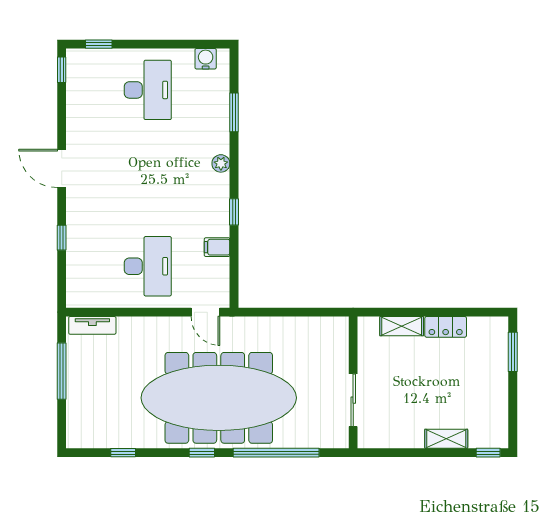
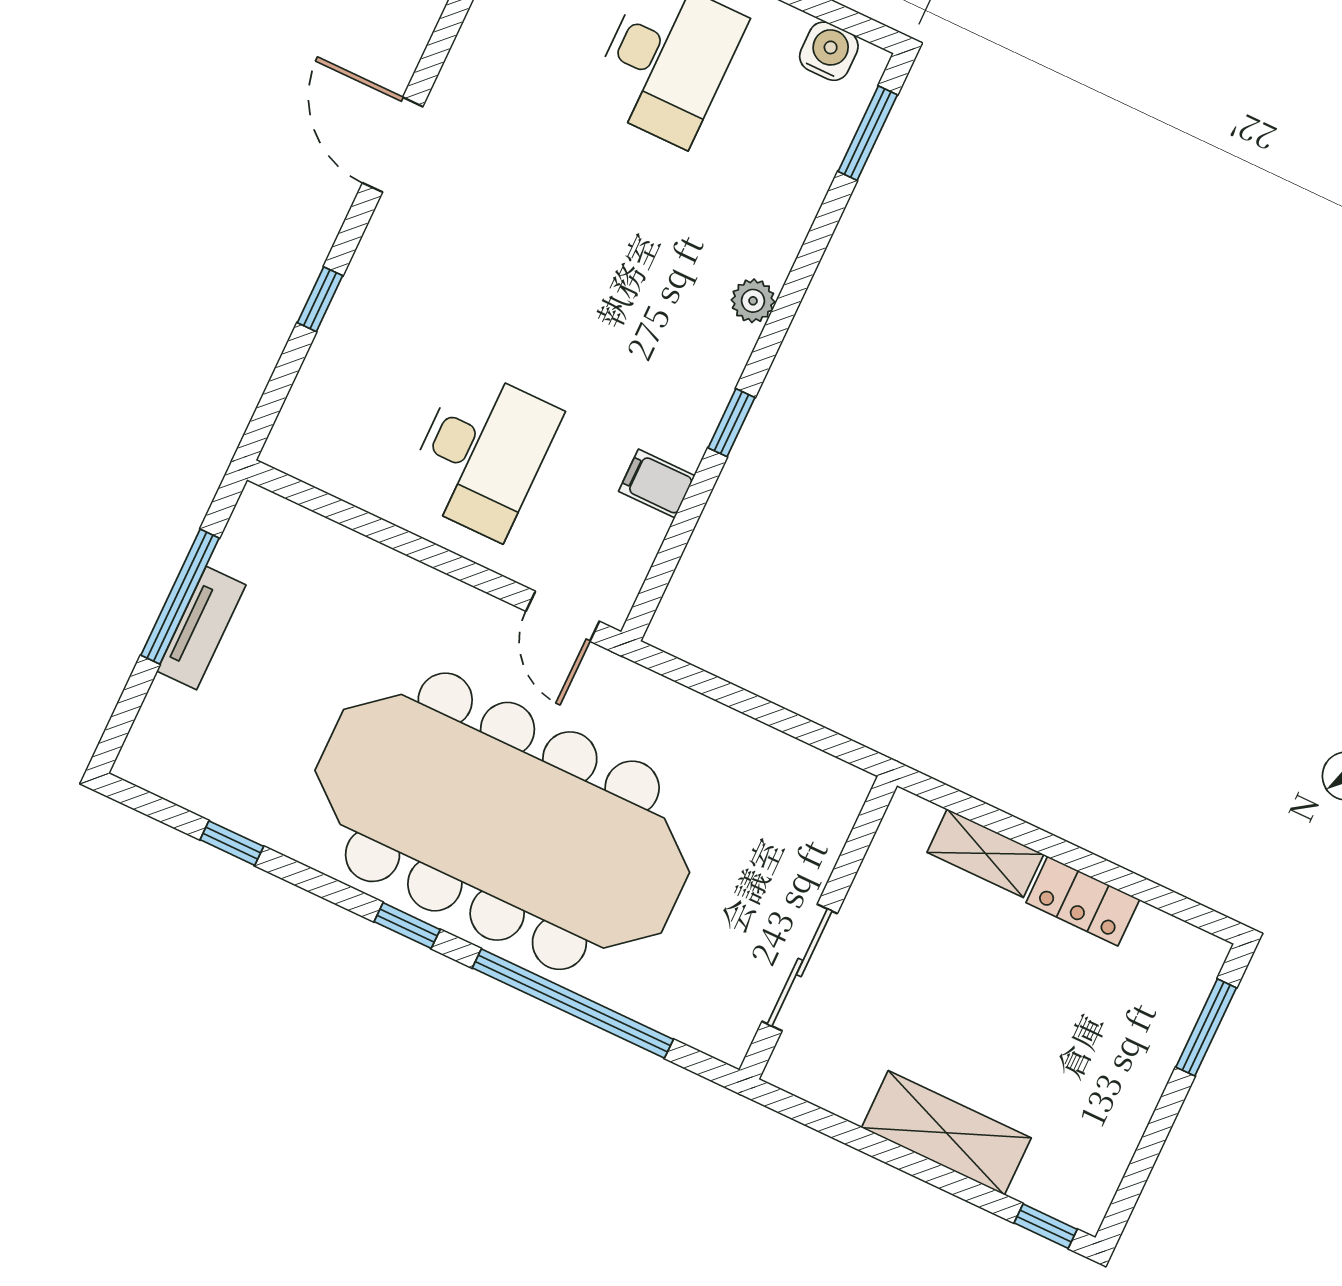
window: (234, 112) -> (868, 133), moved
tv unit: (92, 325) -> (201, 628), moved, turned -90
shelving: (446, 439) -> (946, 1133), width x1.50, depth x1.33

